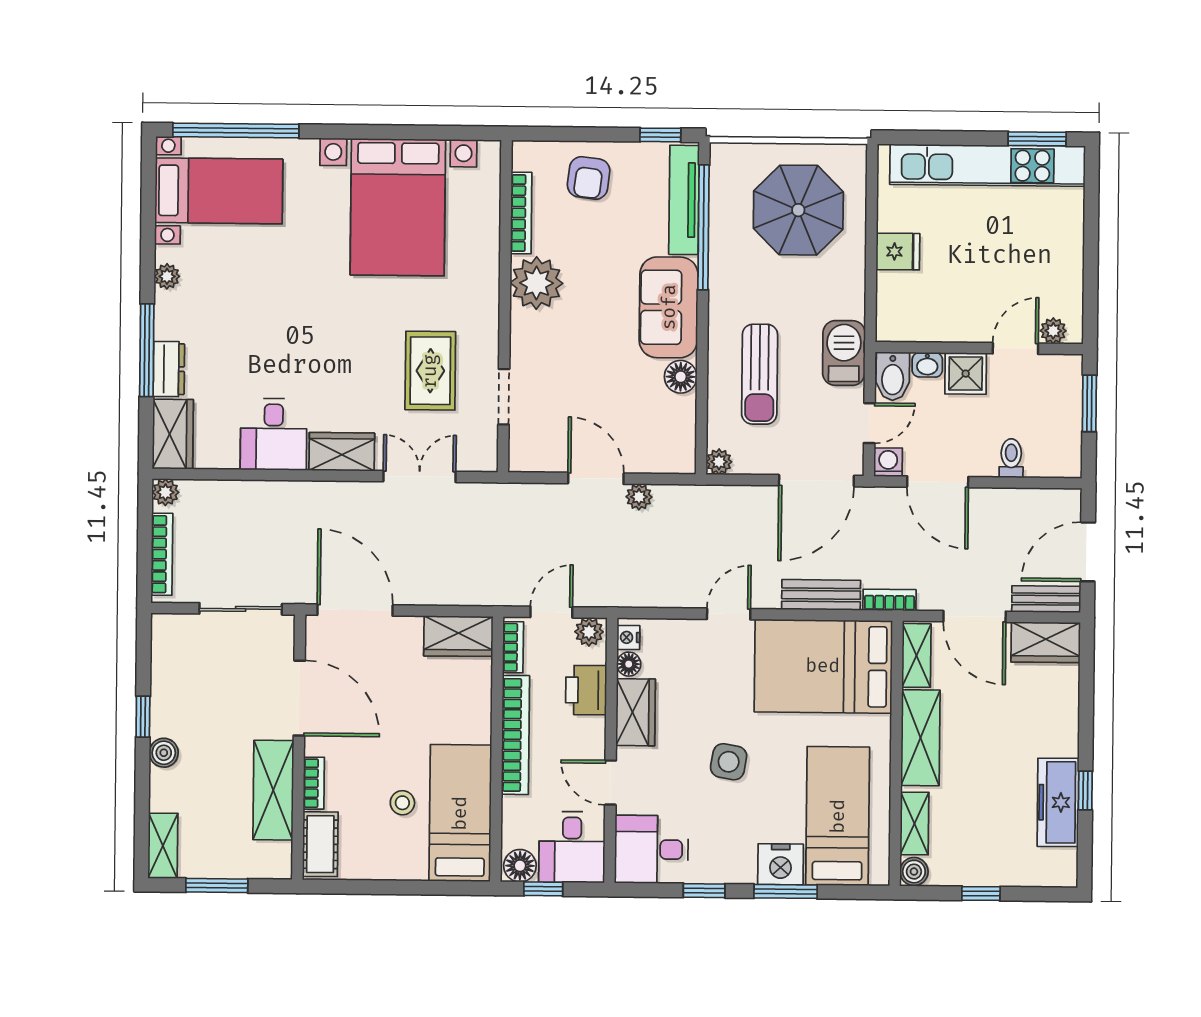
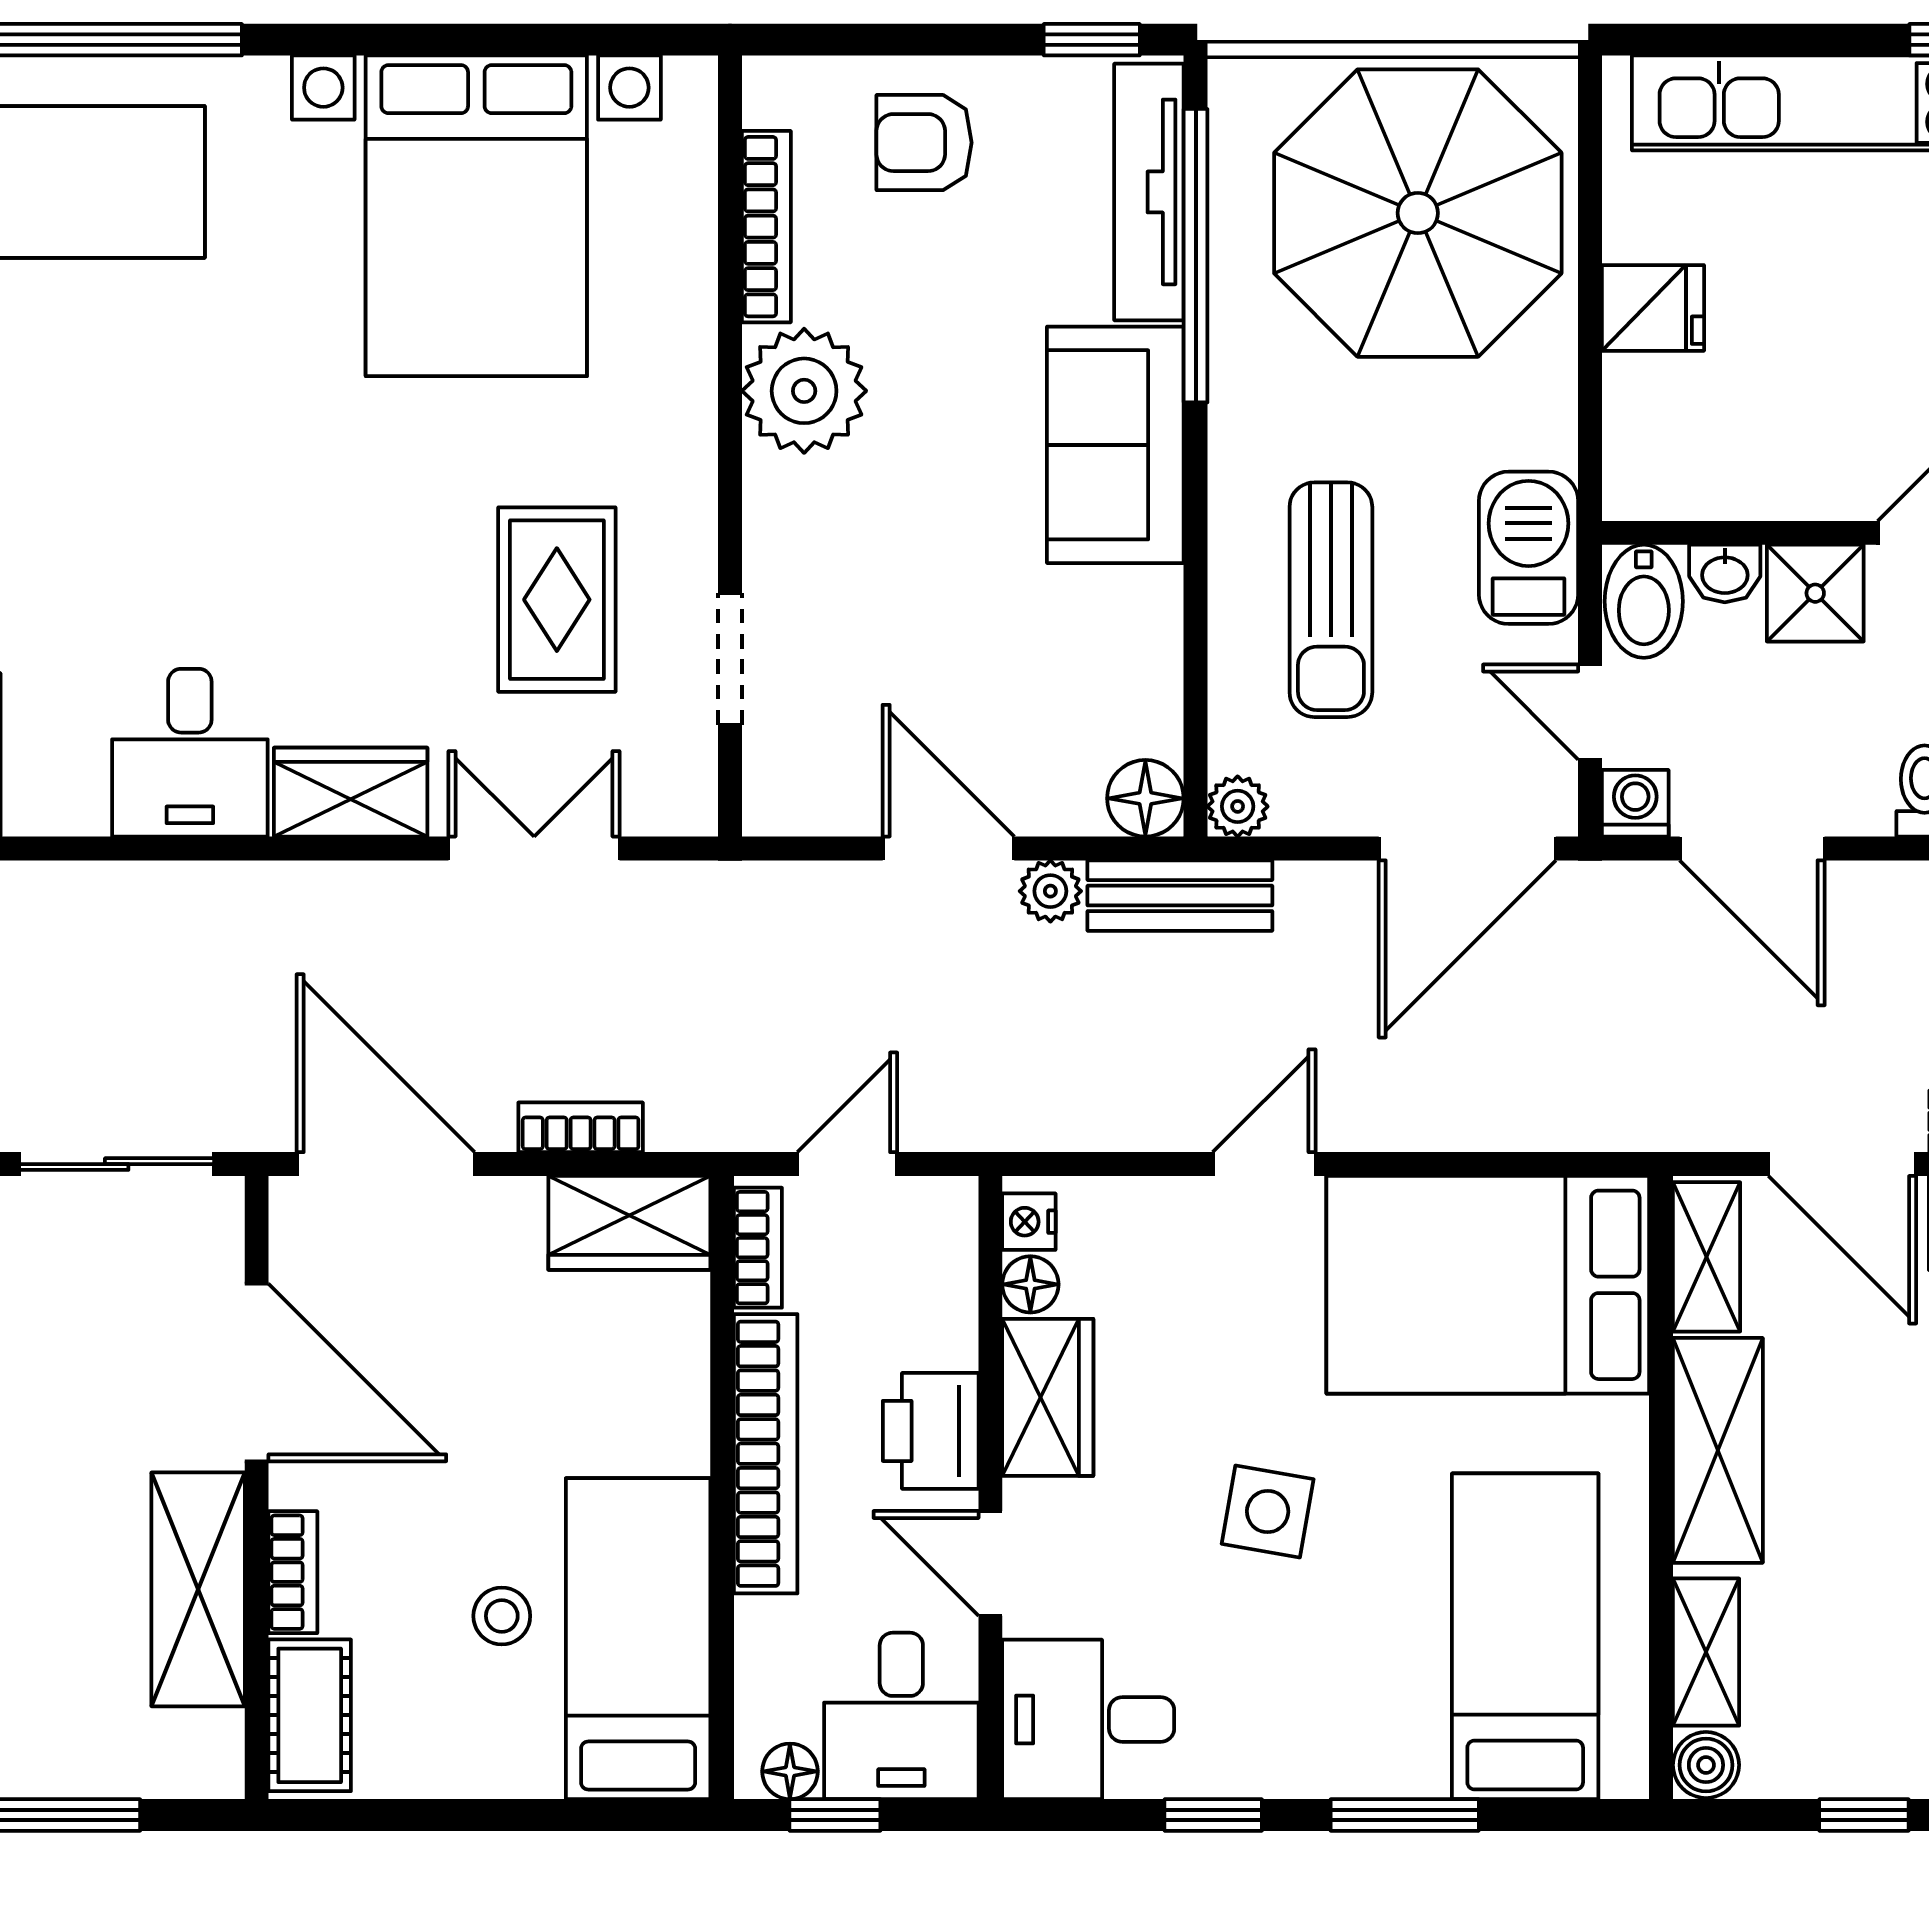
armchair: (589, 178) -> (924, 143), turned 83
parasol: (798, 210) -> (1418, 213), width x1.36, depth x1.36
floor lamp: (681, 377) -> (1145, 798), moved
door: (869, 423) -> (1590, 712), swing flipped
bench: (821, 595) -> (1180, 896), moved
bookcase: (889, 600) -> (581, 1127), moved
plant: (589, 632) -> (936, 1210), removed
printer: (586, 690) -> (931, 1431), moved
nightstand: (781, 864) -> (1392, 1751), removed
floor lamp: (520, 866) -> (790, 1771), width x0.73, depth x0.73

